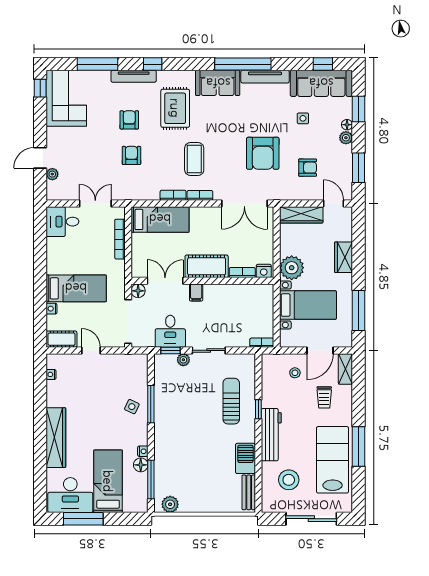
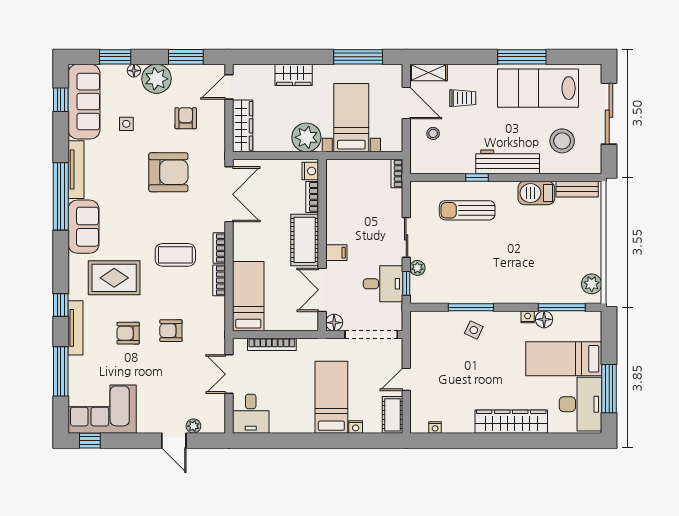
plant: (346, 138) -> (156, 79), width x1.87, depth x1.87

